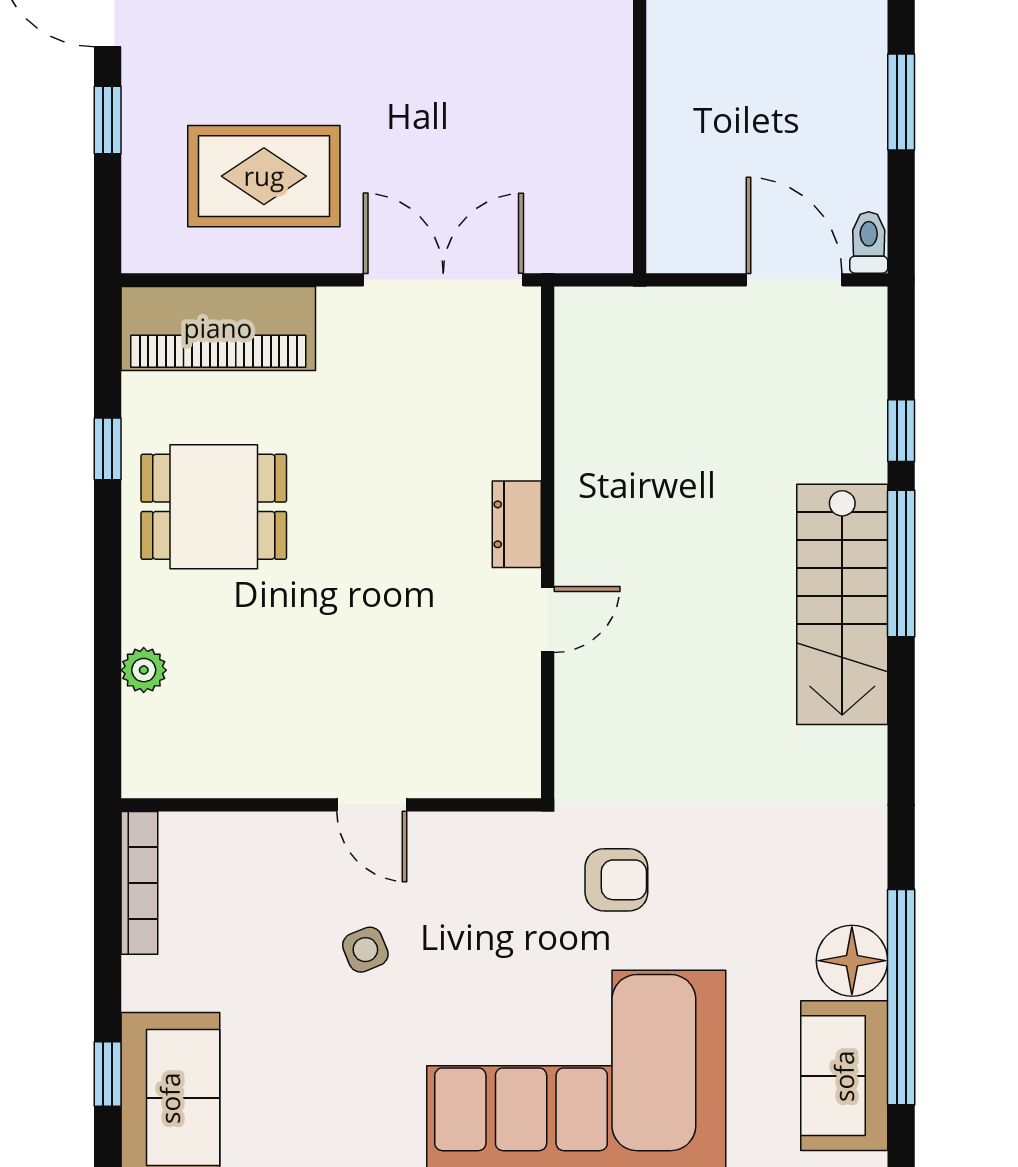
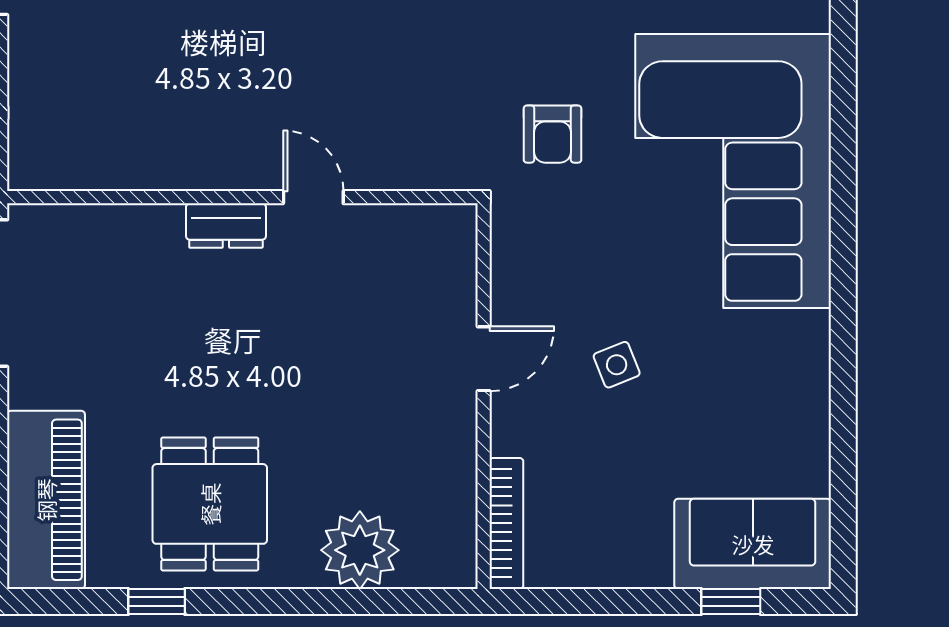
plant: (144, 670) -> (360, 550), width x1.87, depth x1.87
armchair: (616, 880) -> (552, 134), turned 180
bookcase: (139, 883) -> (506, 523), moved, turned 90

